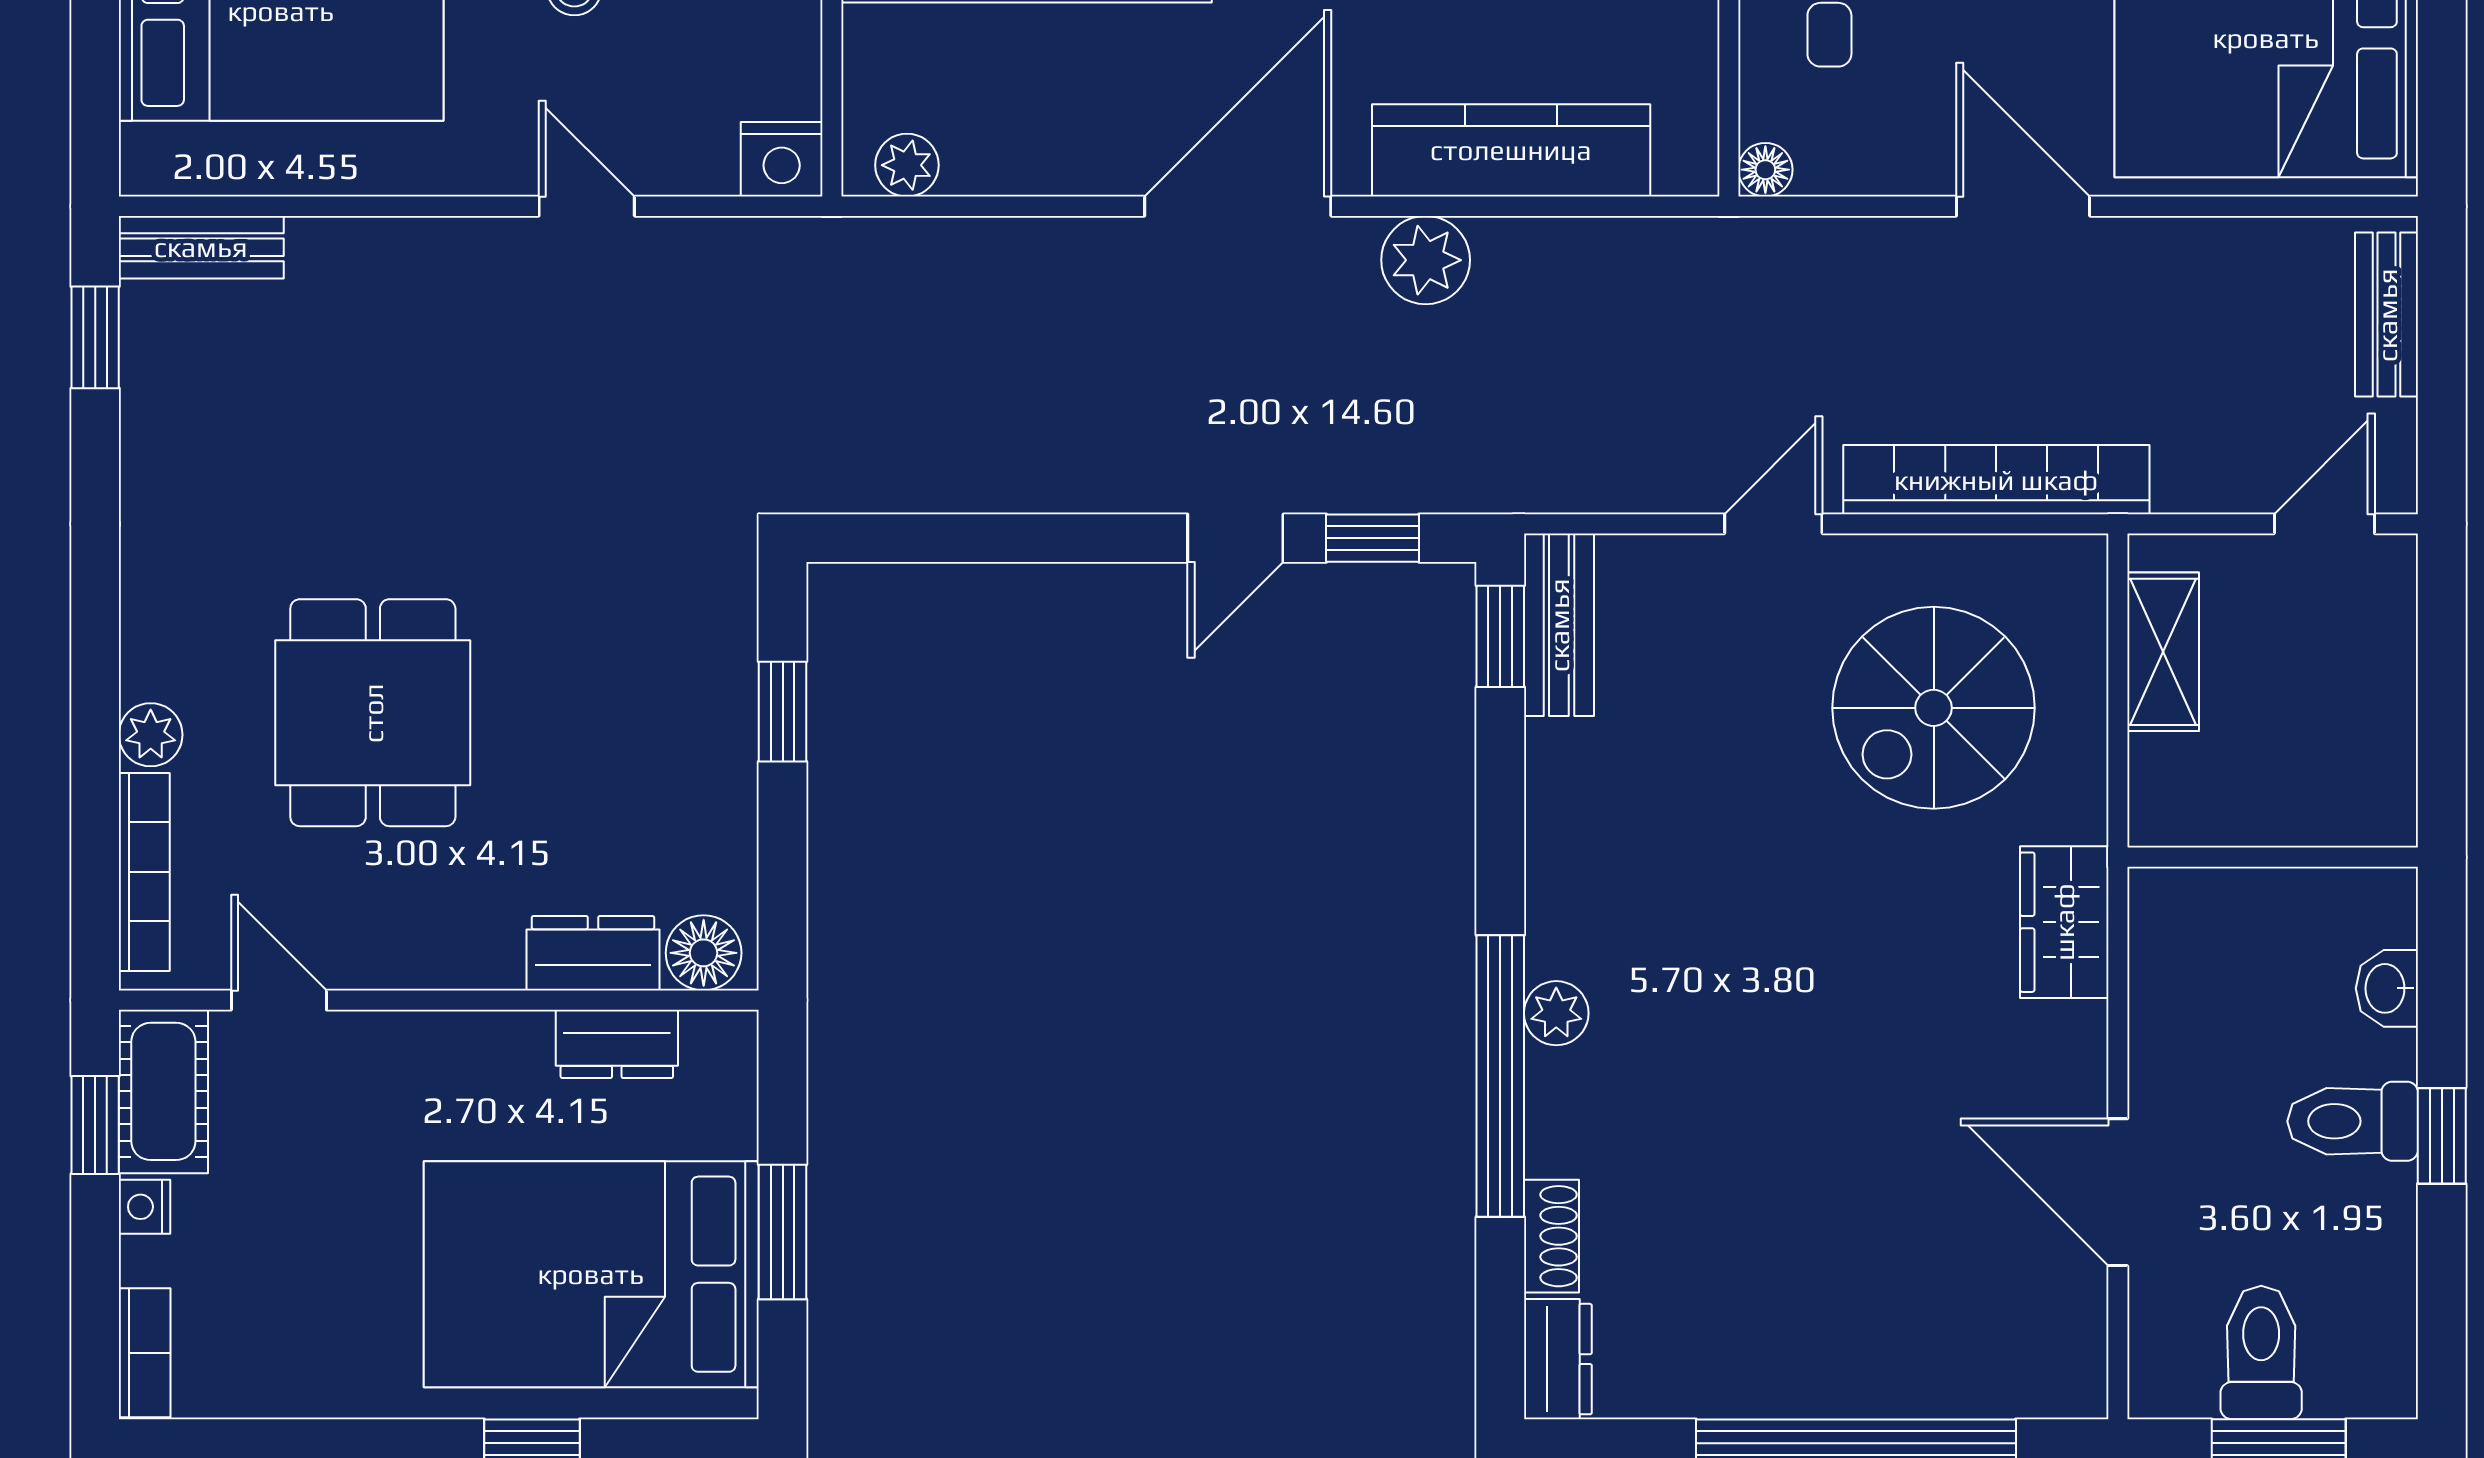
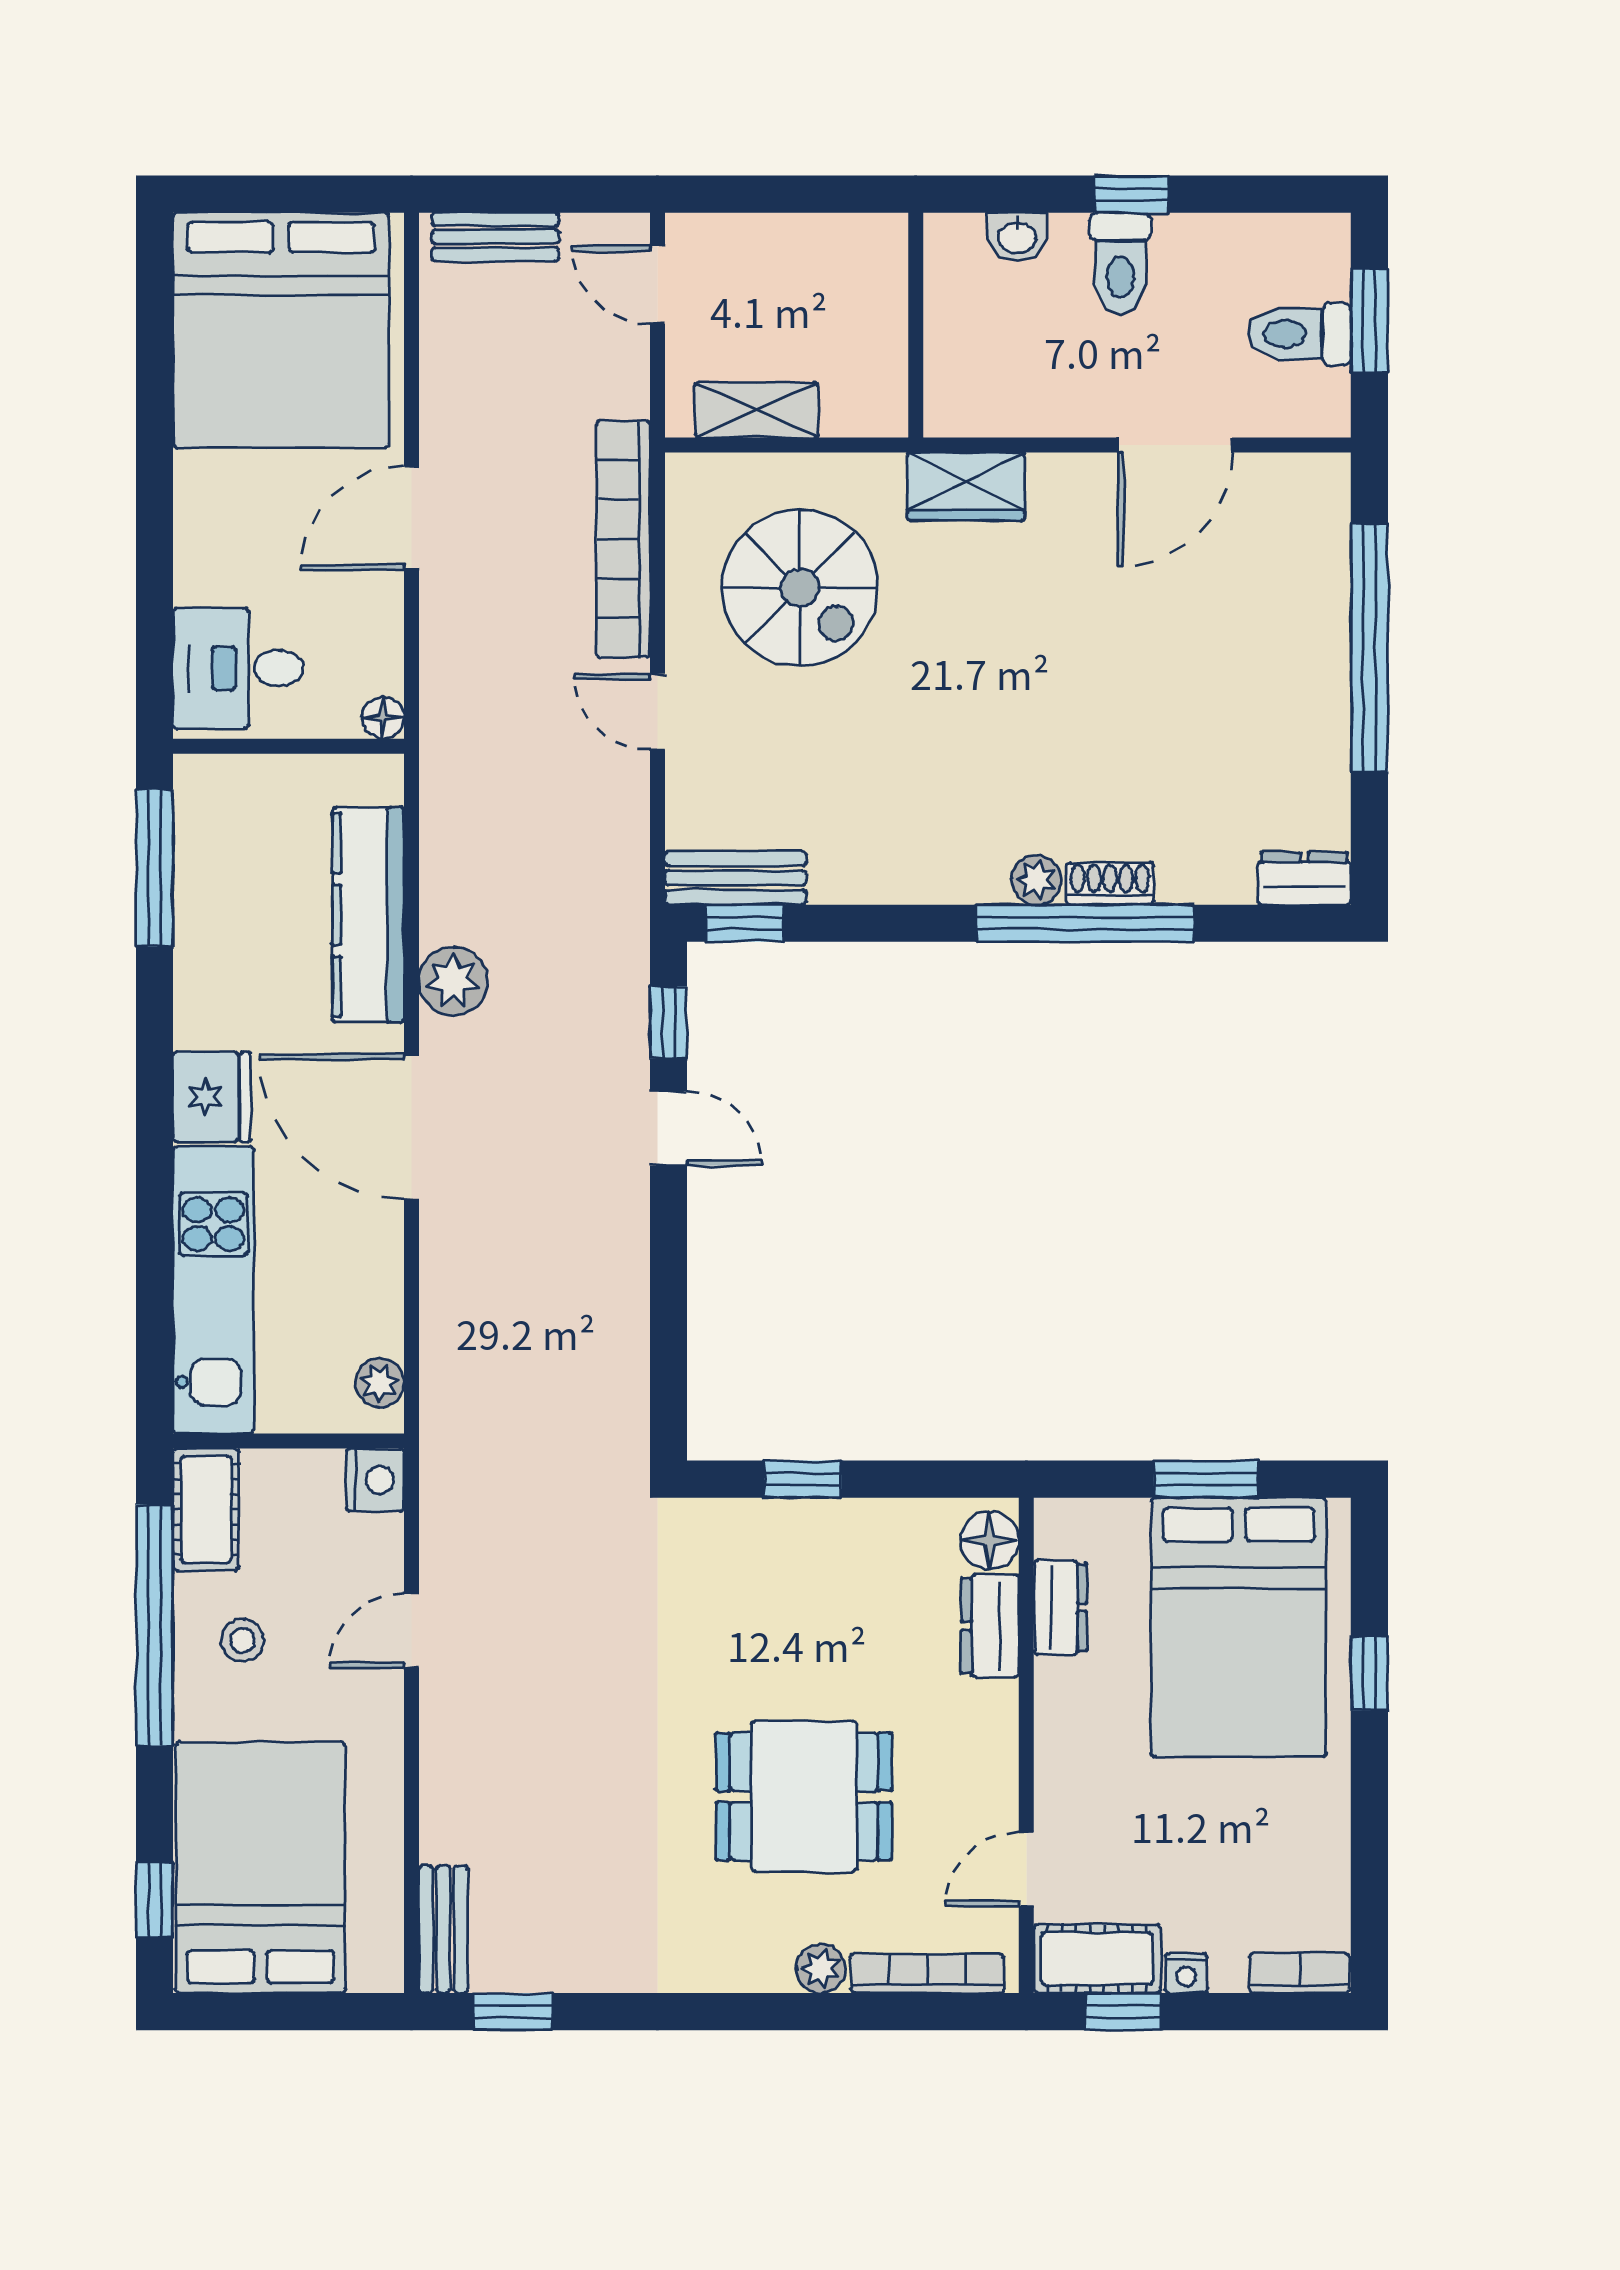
shoe rack: (1551, 1236) -> (1110, 884), moved

